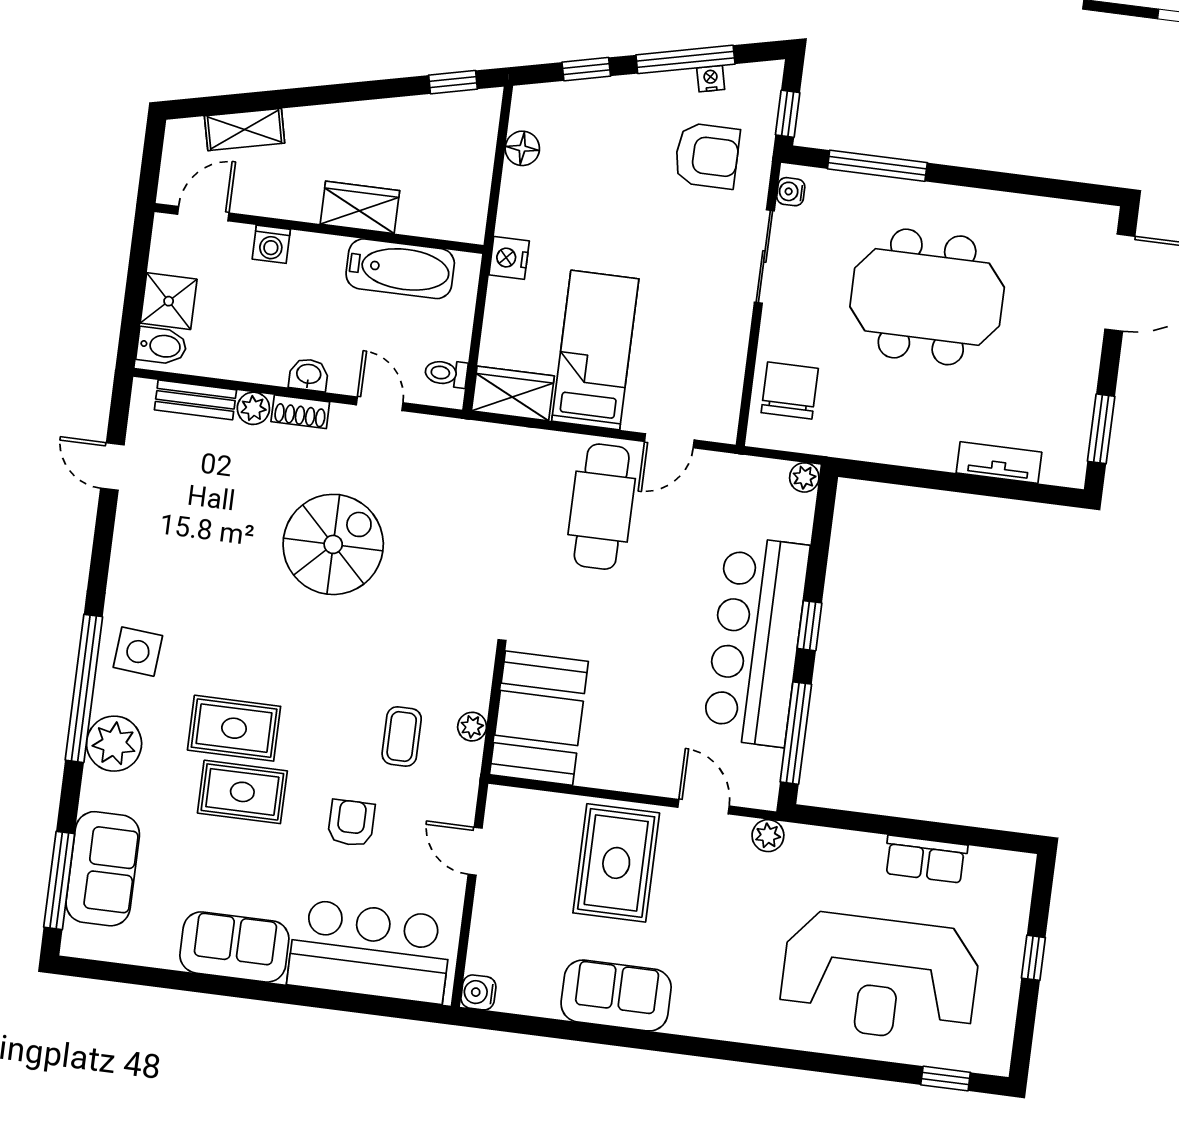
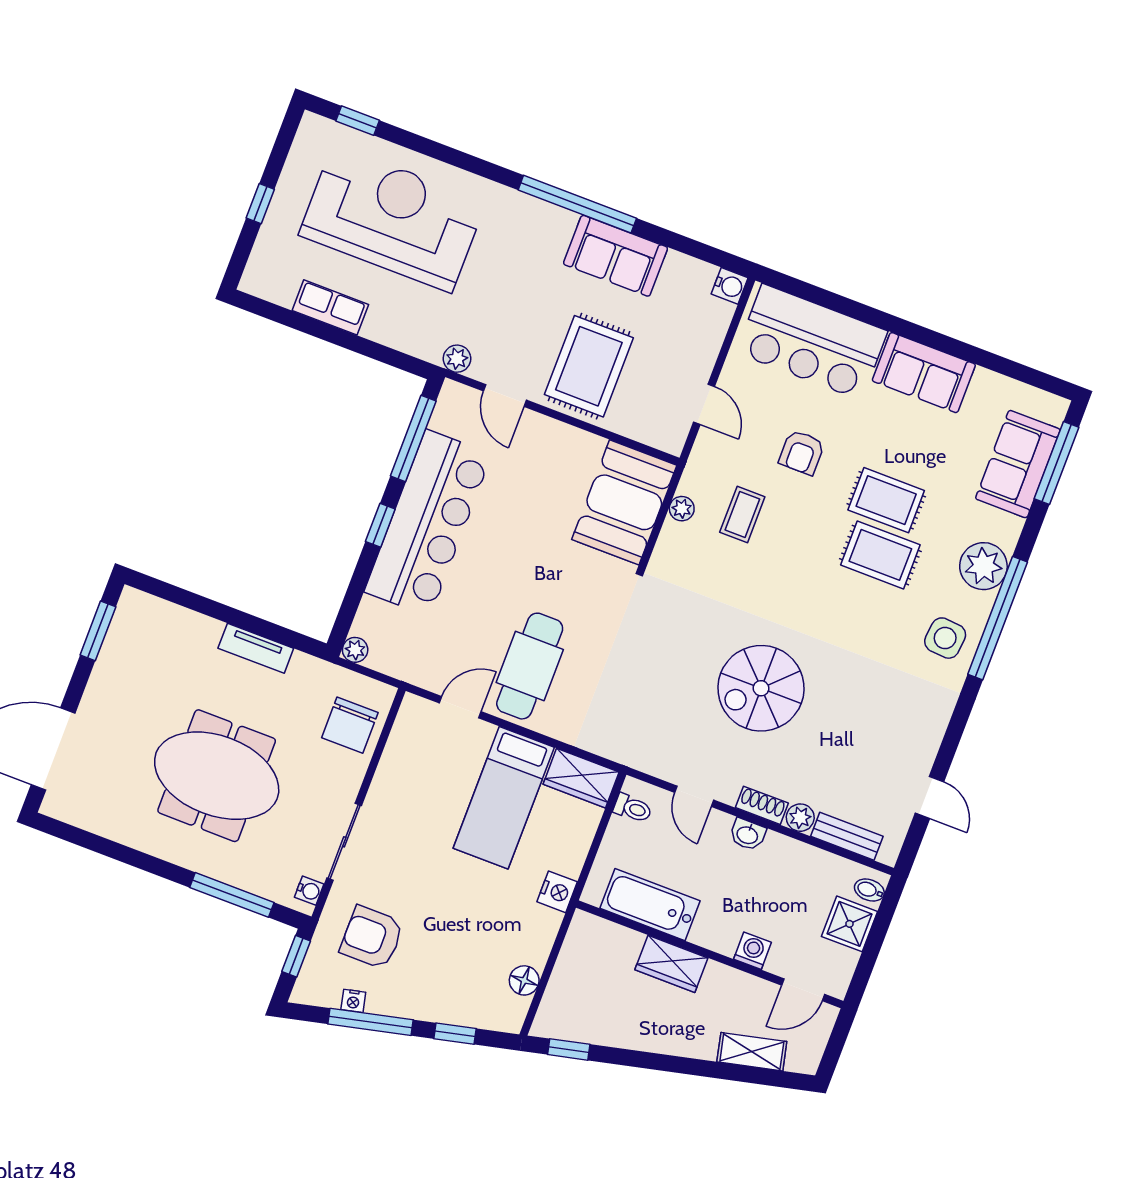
bidet: (162, 346) -> (869, 890), width x0.72, depth x0.74
tv unit: (999, 463) -> (256, 648), moved
window: (673, 1044) -> (577, 204), added

